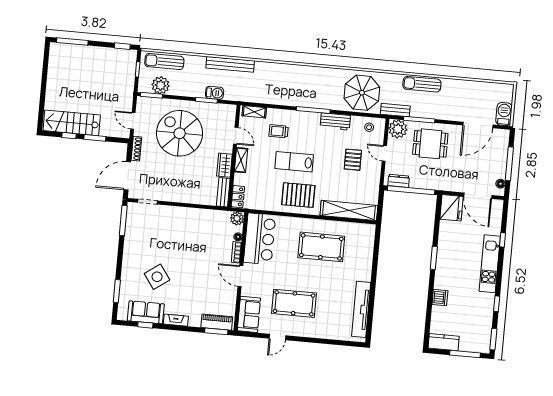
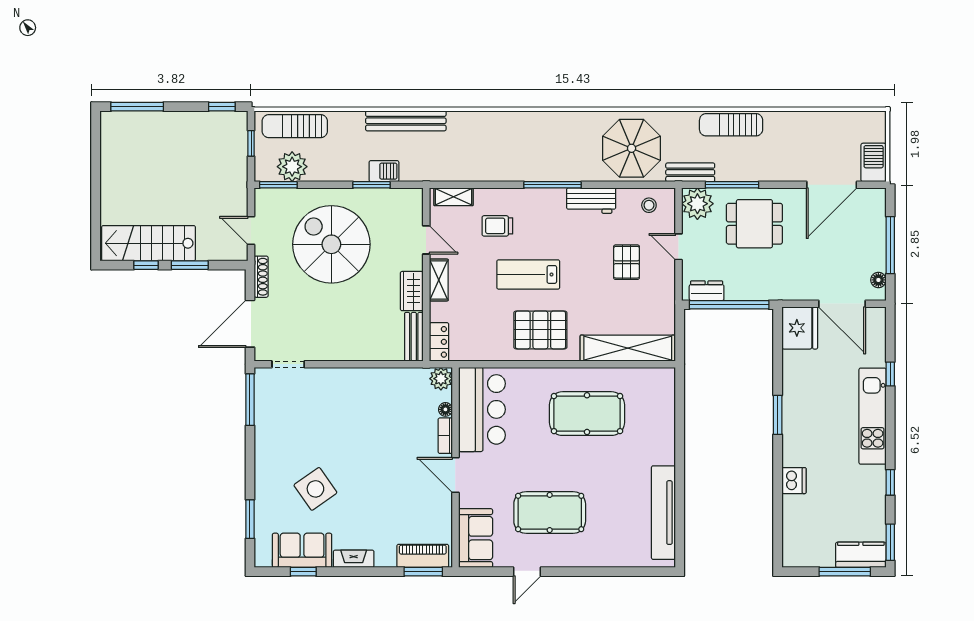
kitchen counter: (444, 342) -> (861, 555), moved

